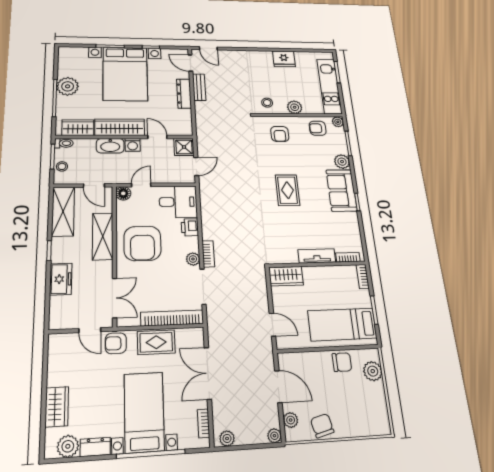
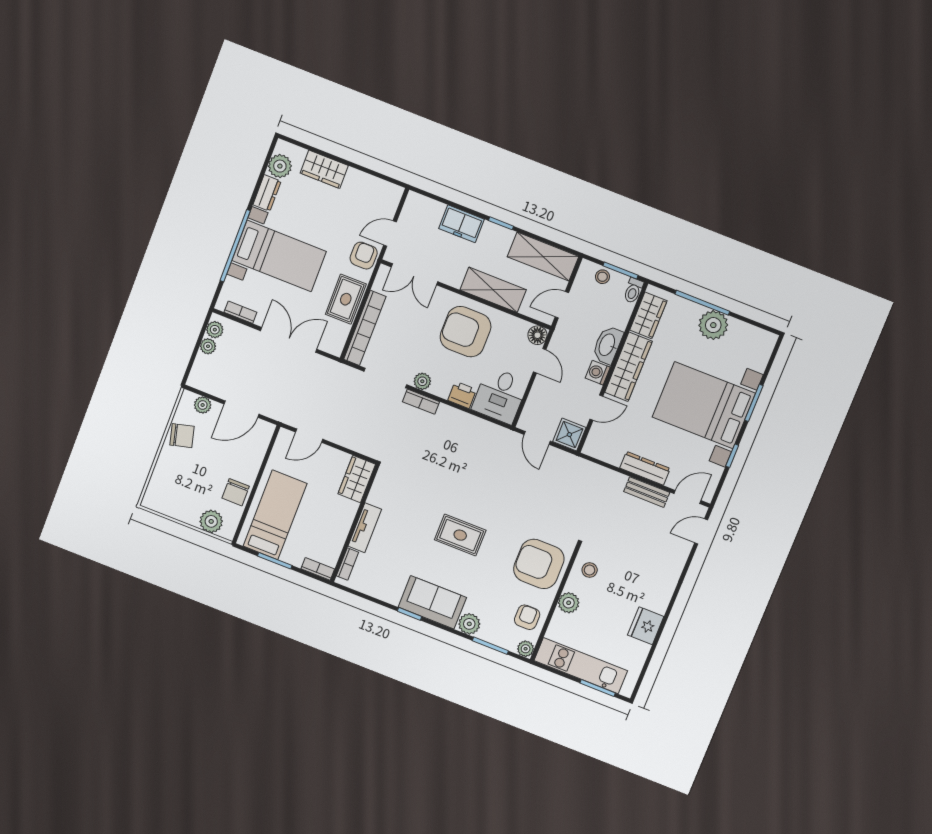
armchair: (280, 134) -> (539, 564), width x1.88, depth x1.88
plant: (274, 436) -> (208, 346), moved

